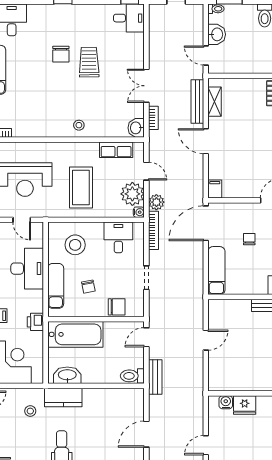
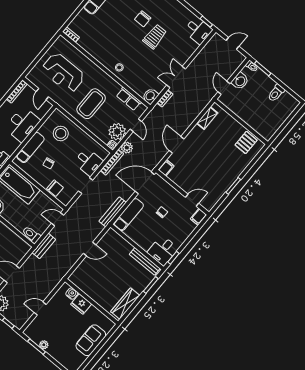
bench: (197, 102) -> (113, 212), moved
door: (206, 141) -> (176, 145), moved
desk: (118, 237) -> (88, 162), moved, turned 90

